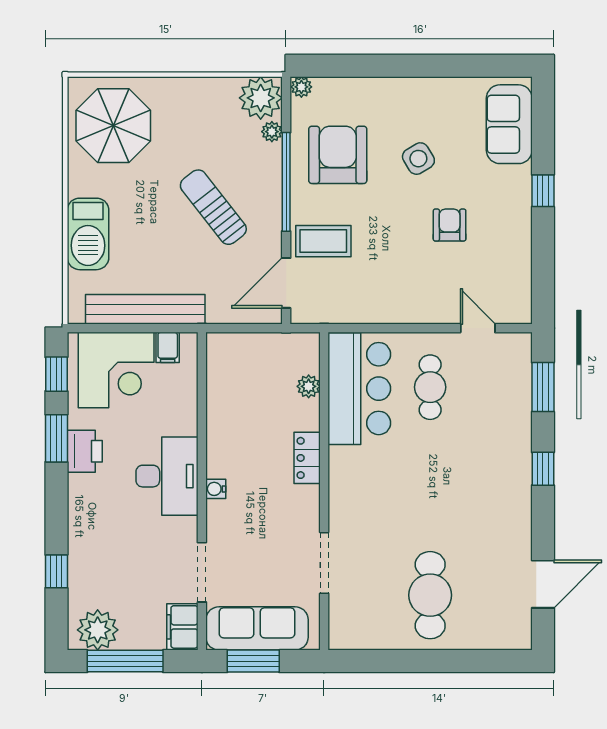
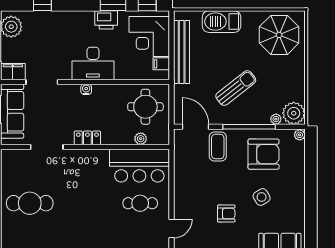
round table: (249, 377) -> (145, 107), added
locker: (307, 458) -> (87, 138), moved

